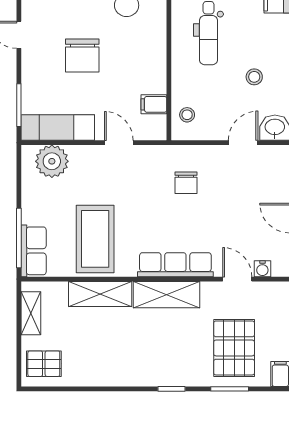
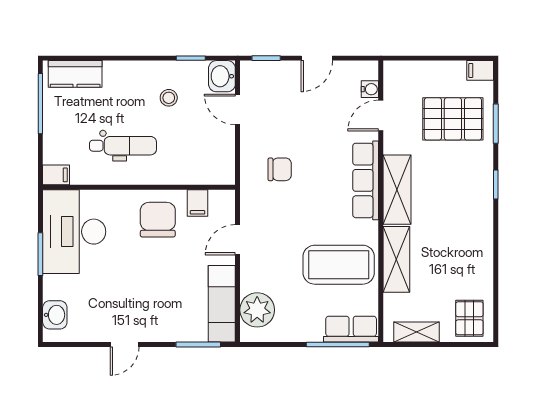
chair: (82, 56) -> (158, 220), moved, turned -90
stool: (187, 115) -> (208, 168), removed

